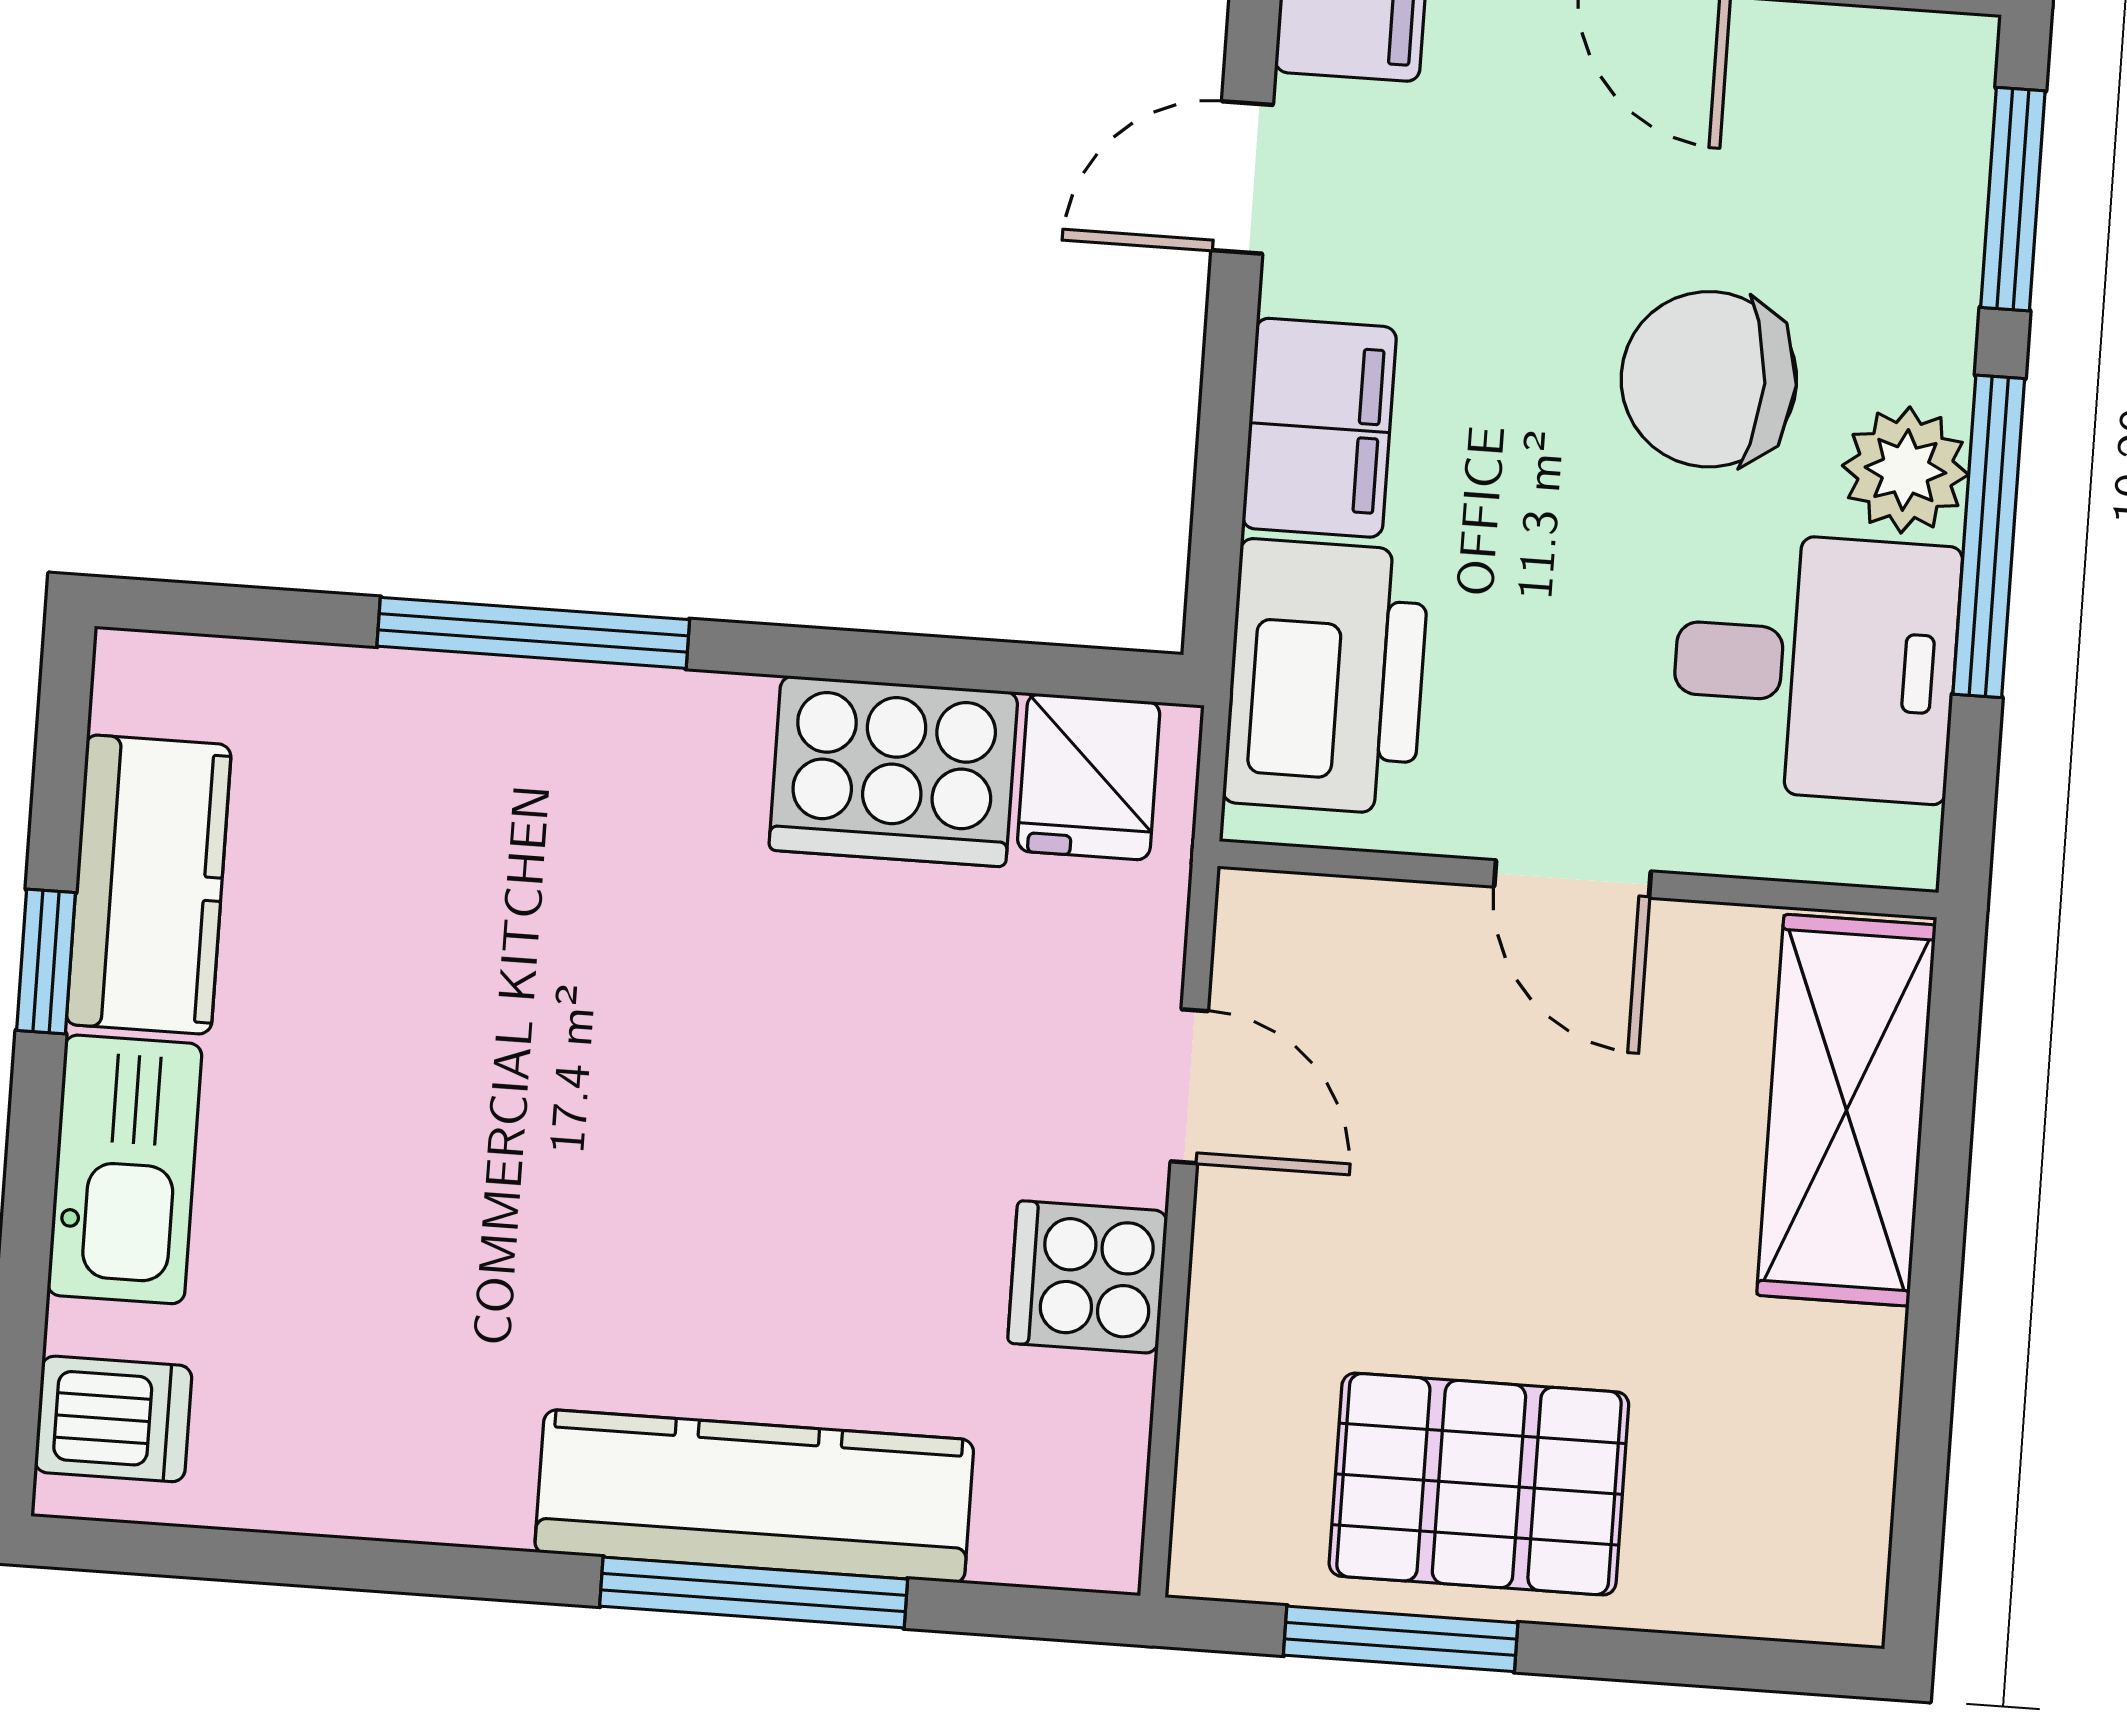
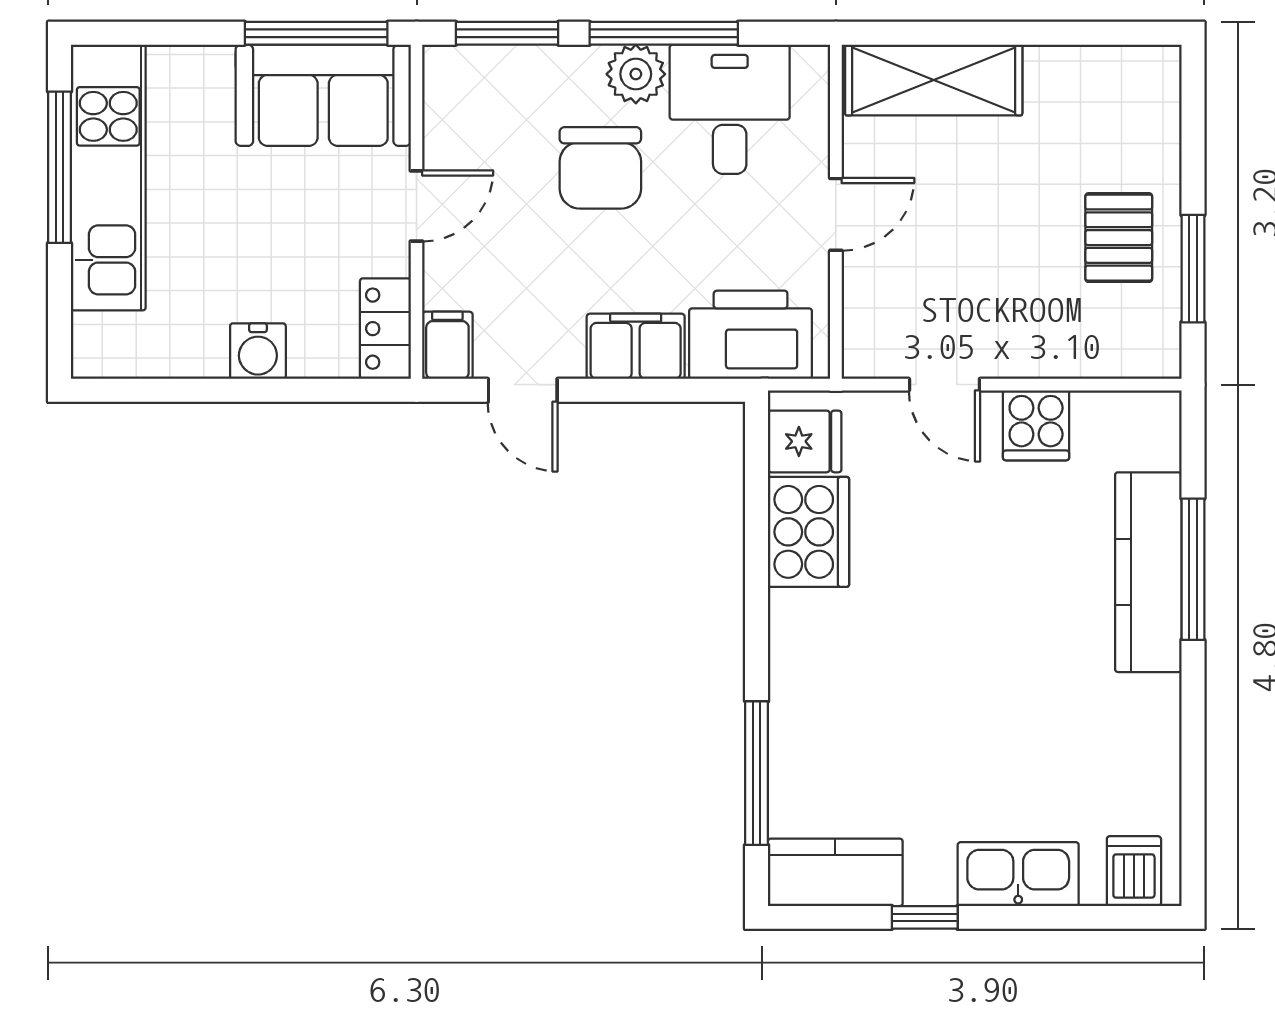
window: (533, 633) -> (757, 773), moved
kitchen counter: (149, 885) -> (835, 872), moved
door: (1189, 1086) -> (944, 385), swing flipped
pallet: (1479, 1484) -> (1119, 238), width x0.67, depth x0.71

